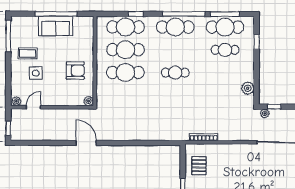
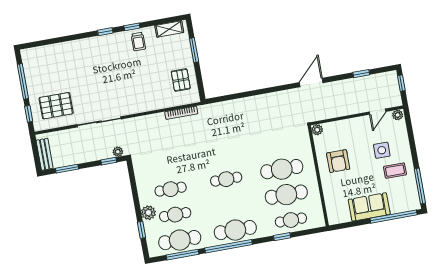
window: (56, 14) -> (394, 217), moved
cafe table: (126, 27) -> (291, 220), width x0.73, depth x0.74
armchair: (75, 71) -> (338, 161), turned -90
cafe table: (225, 73) -> (171, 189), added
plant: (248, 88) -> (148, 213), moved
window: (41, 143) -> (361, 74), added
door: (86, 143) -> (311, 83), swing flipped

